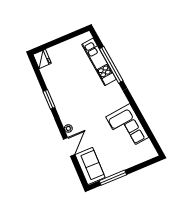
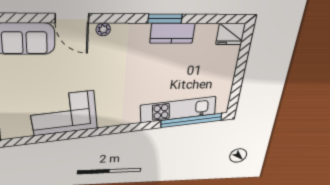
window: (111, 65) -> (191, 120), moved
kitchen counter: (55, 91) -> (172, 33), added

